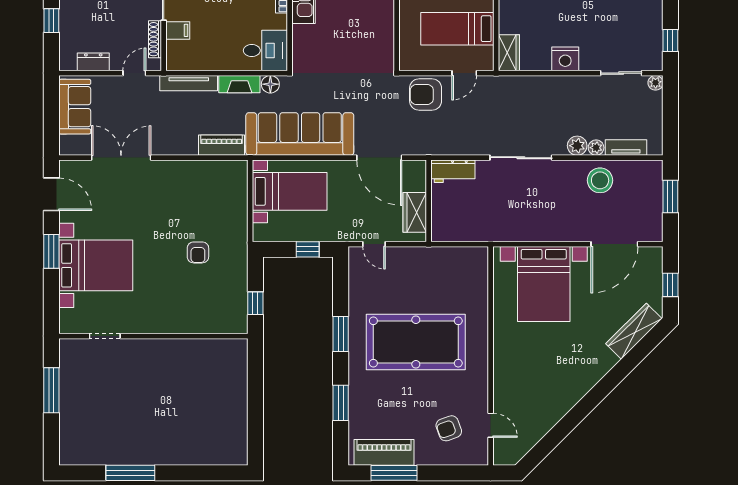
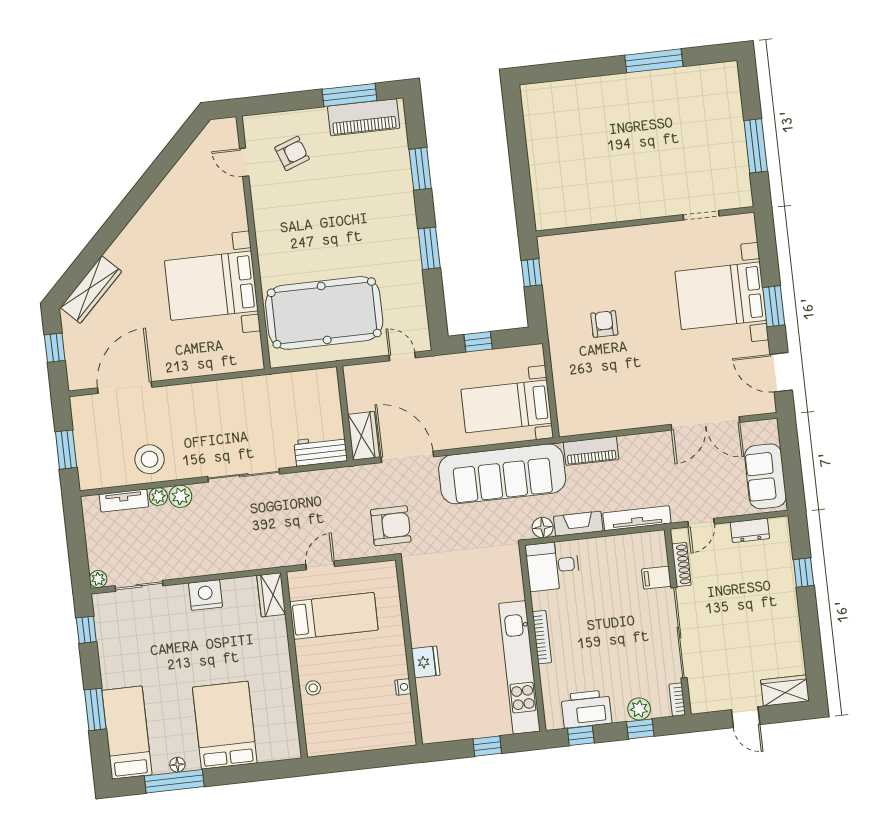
armchair: (426, 94) -> (391, 526), moved
wardrobe: (415, 212) -> (364, 436), moved
bed with nightstands: (544, 284) -> (211, 286), moved, turned -90
pool table: (416, 342) -> (324, 313), moved

